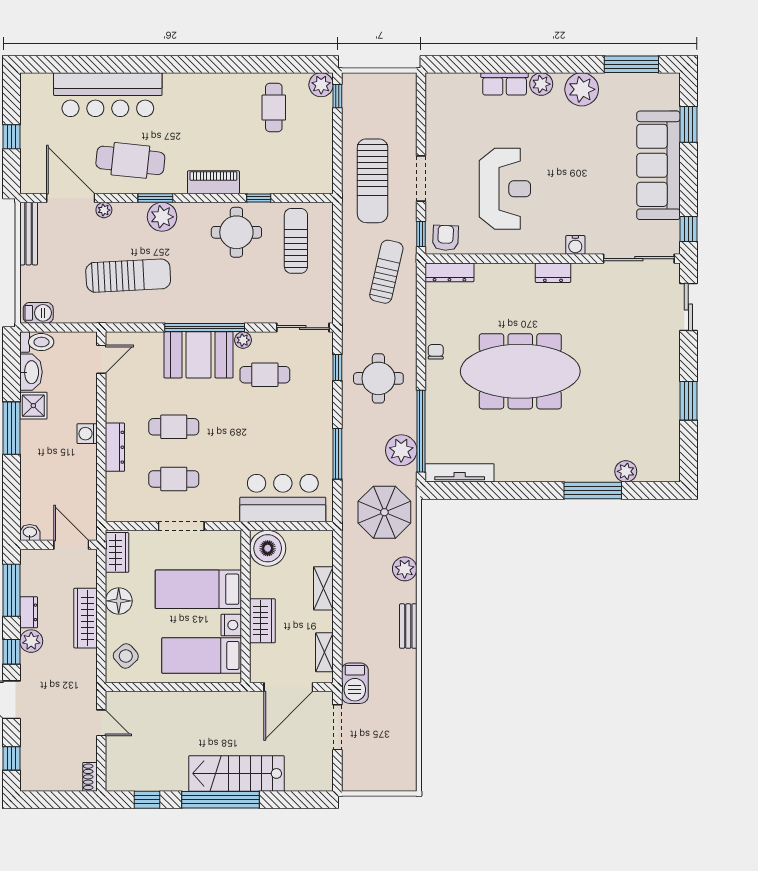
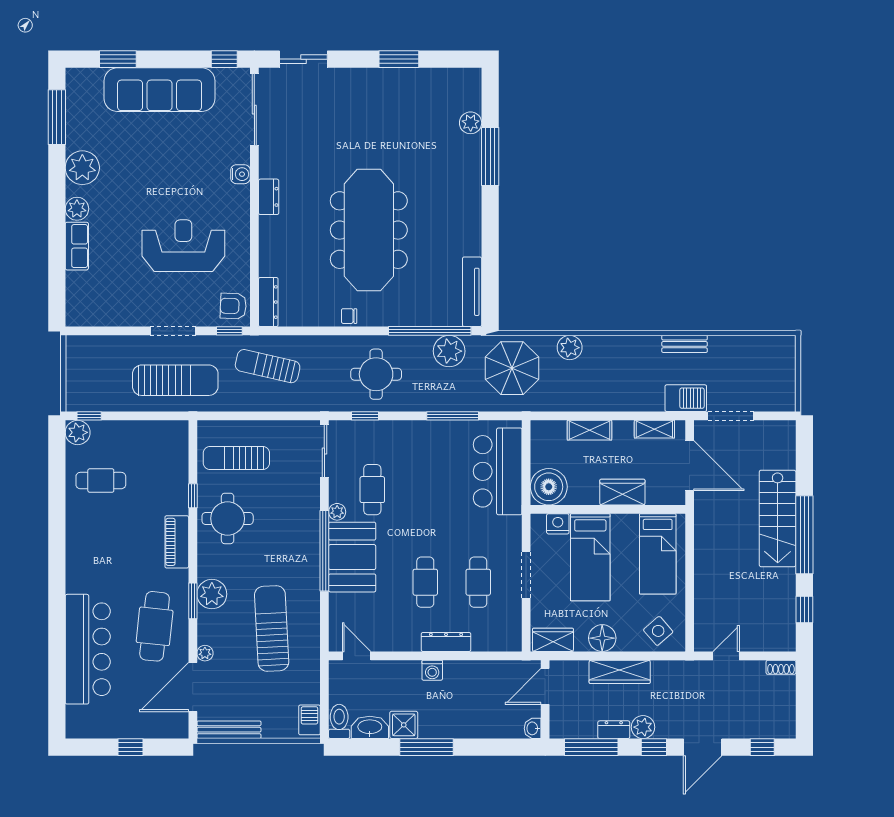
nightstand: (231, 625) -> (558, 524), moved
bench: (408, 626) -> (685, 344), moved

